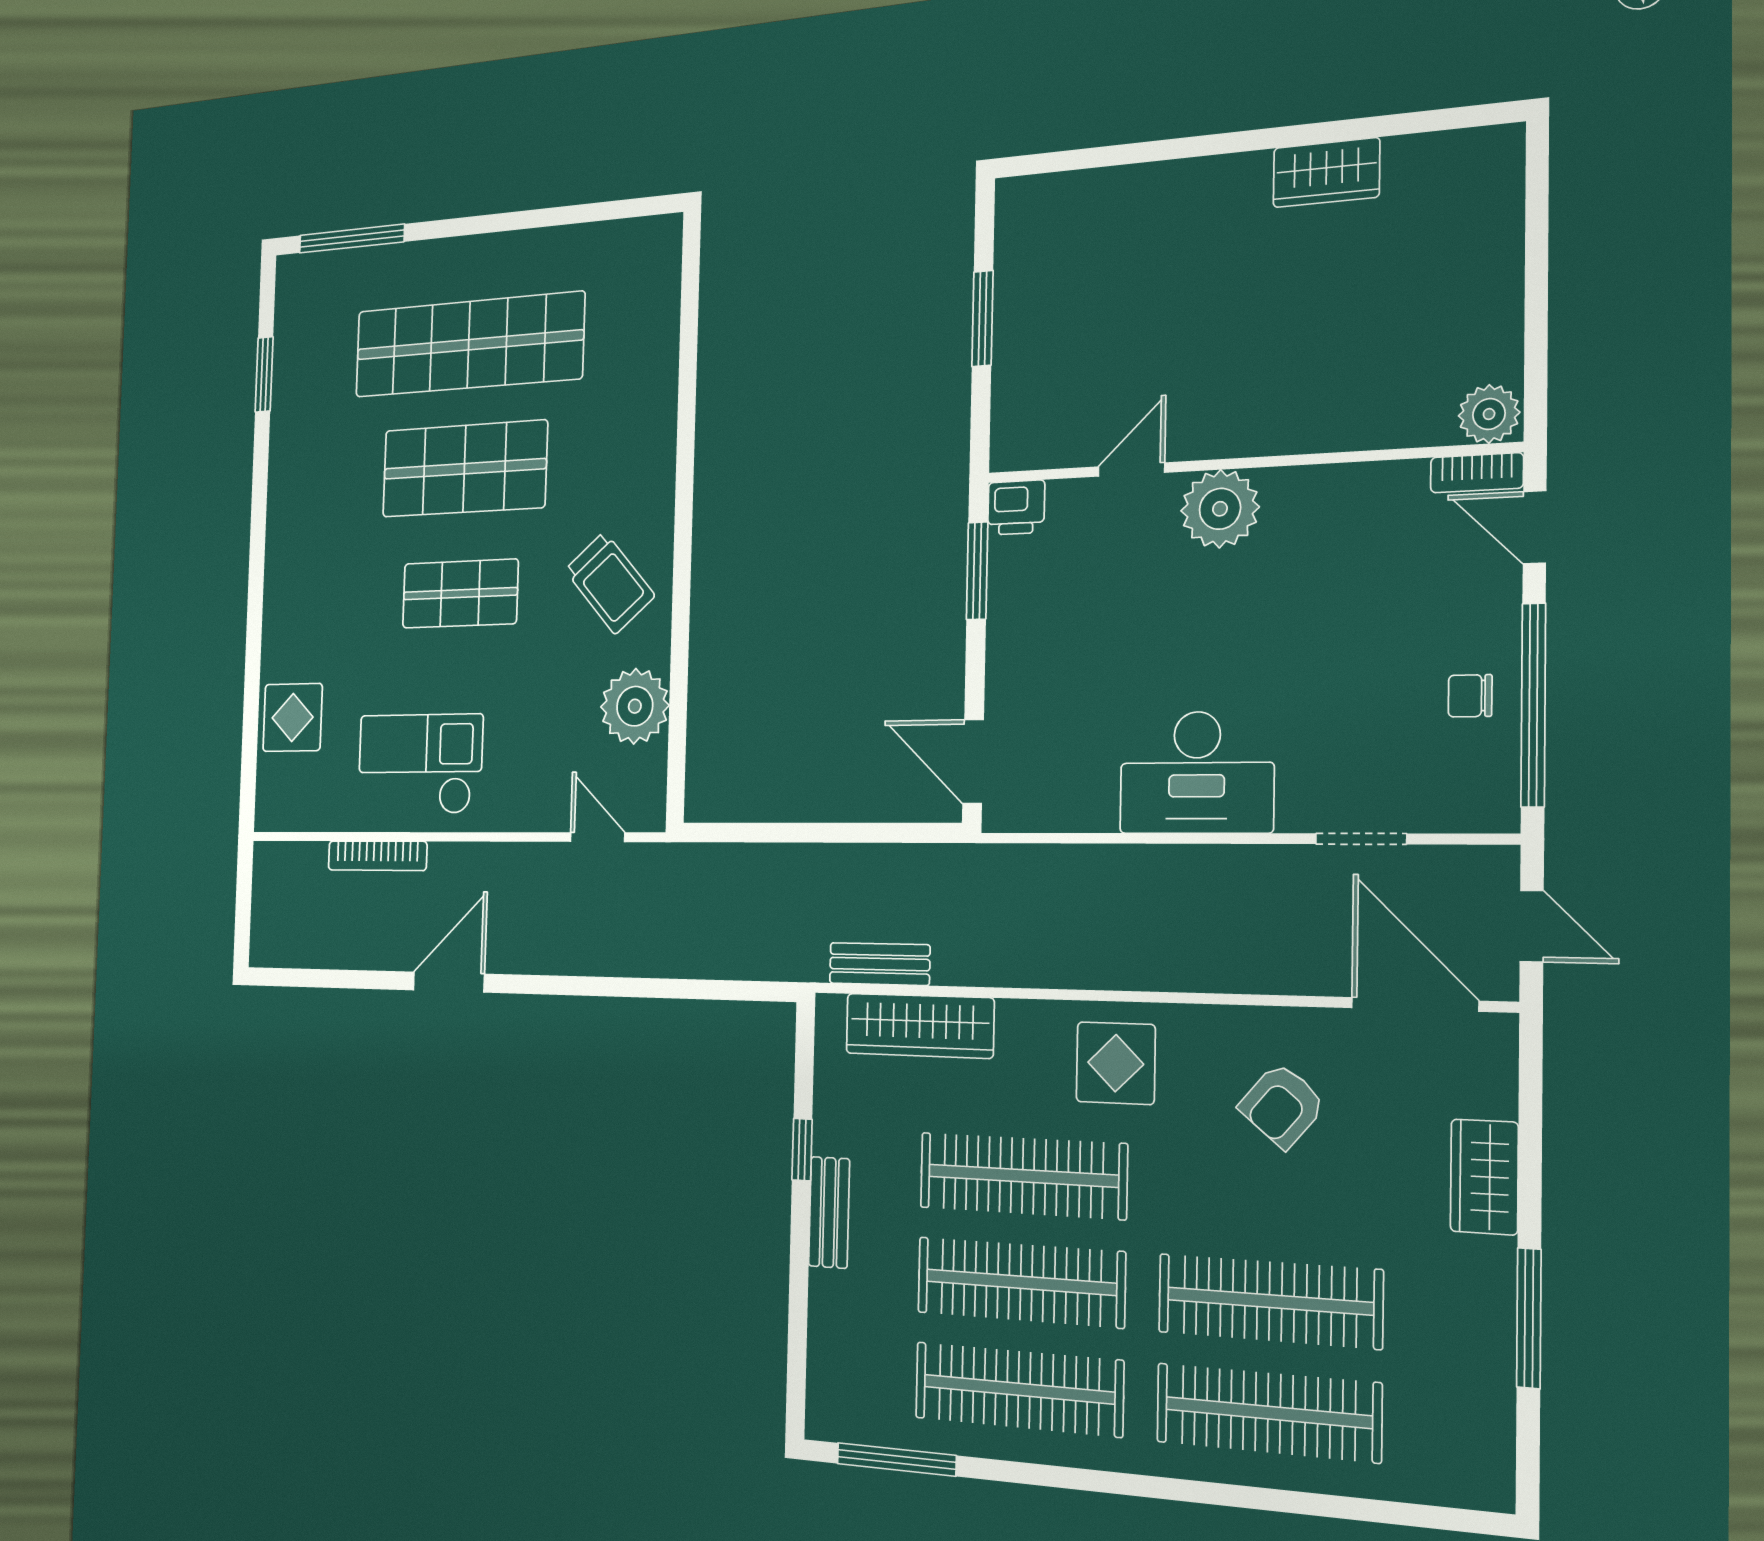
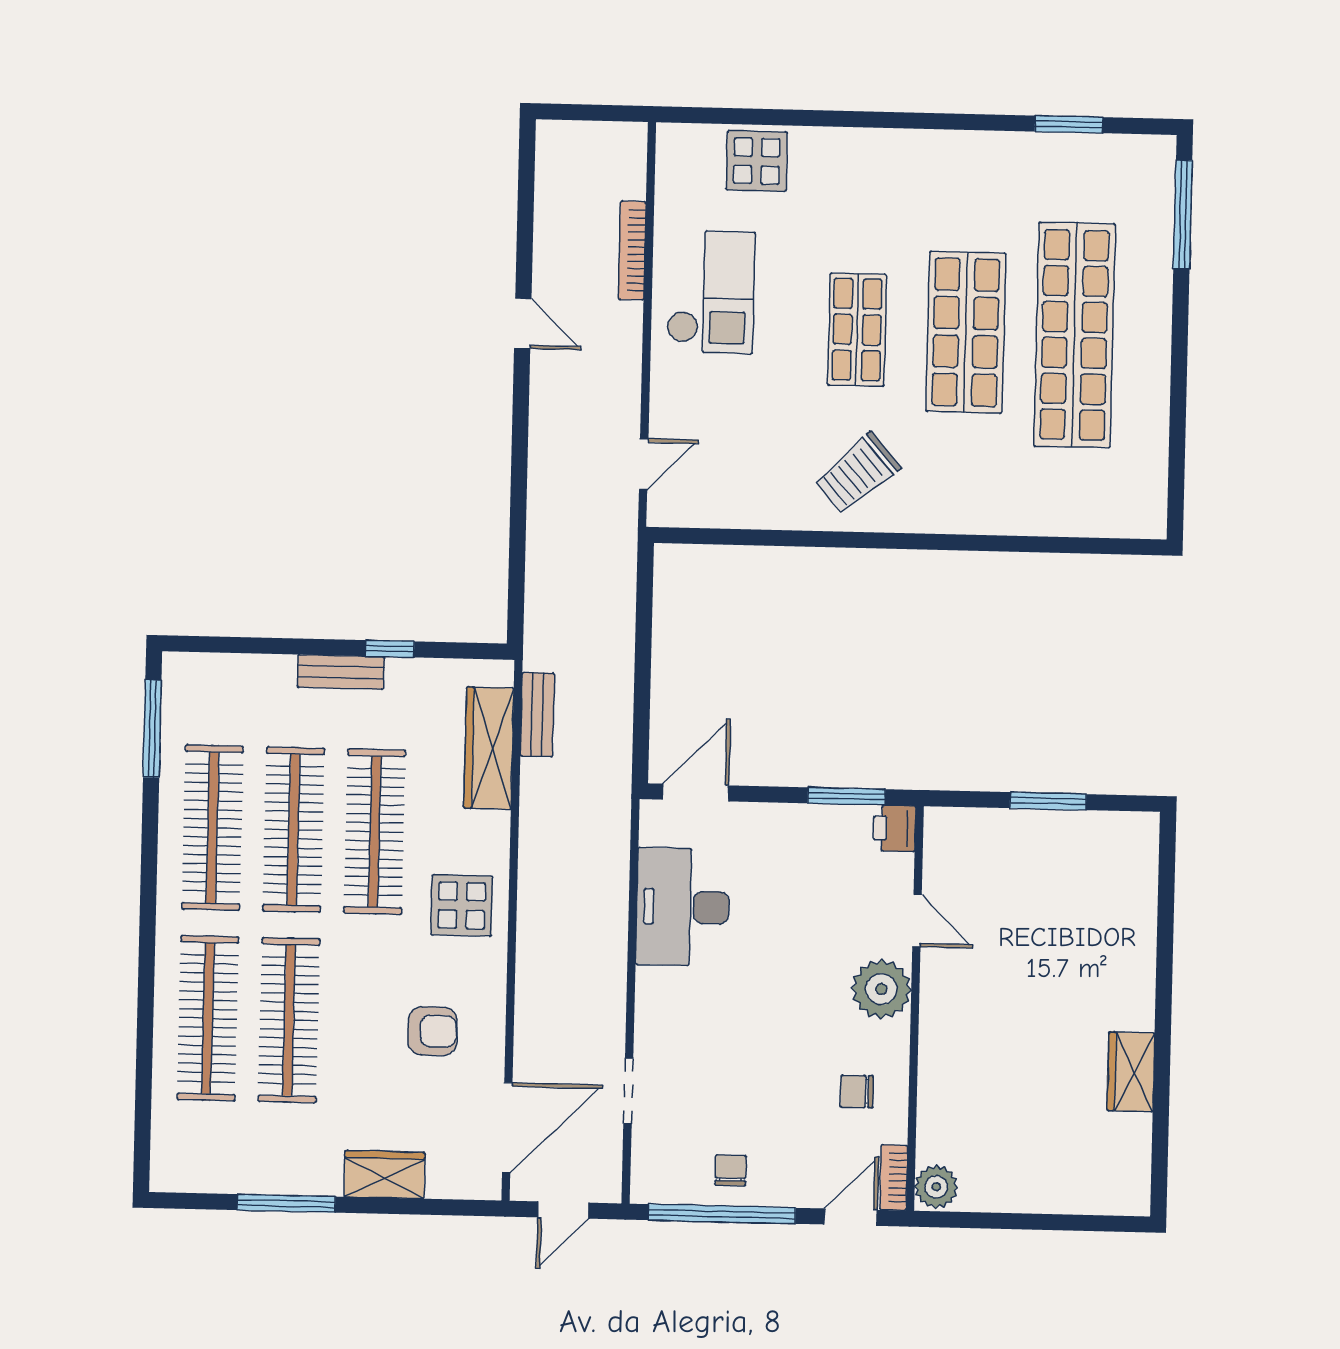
chair: (1358, 531) -> (857, 1092), added
plant: (635, 706) -> (752, 498), removed
desk: (1197, 772) -> (683, 907), moved
door: (449, 982) -> (523, 323), width x0.73
armchair: (1282, 1105) -> (432, 1031), turned 140

